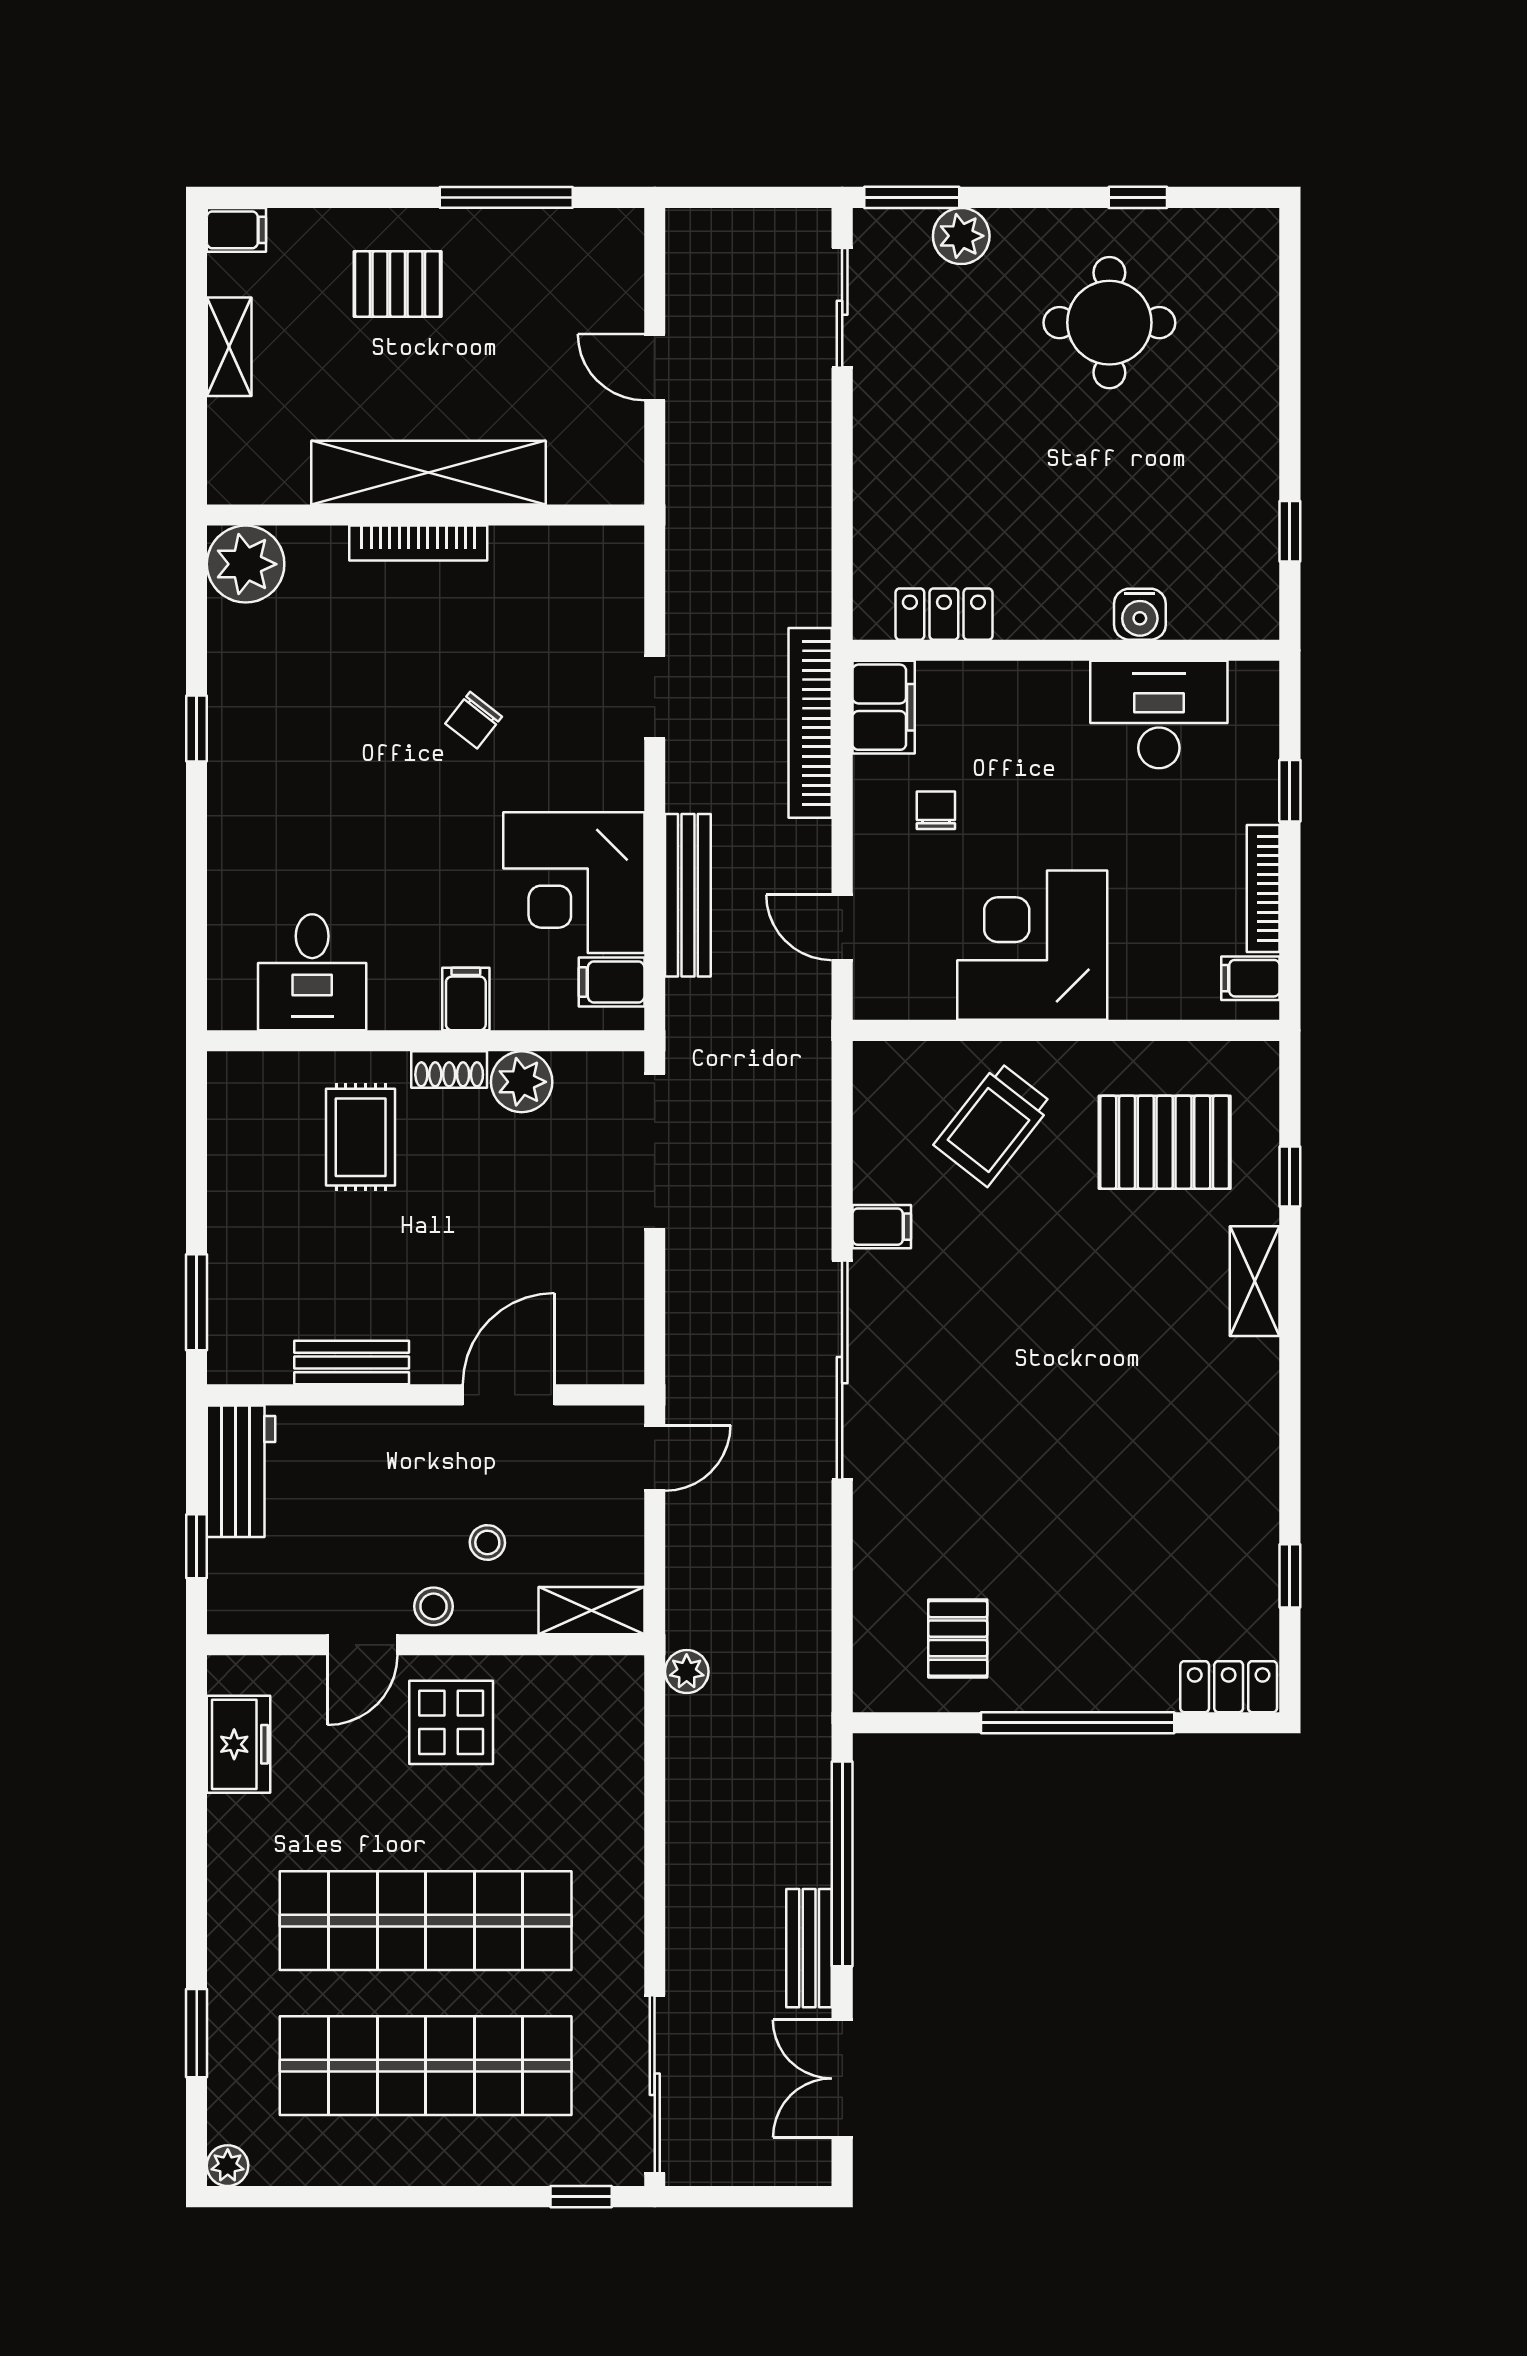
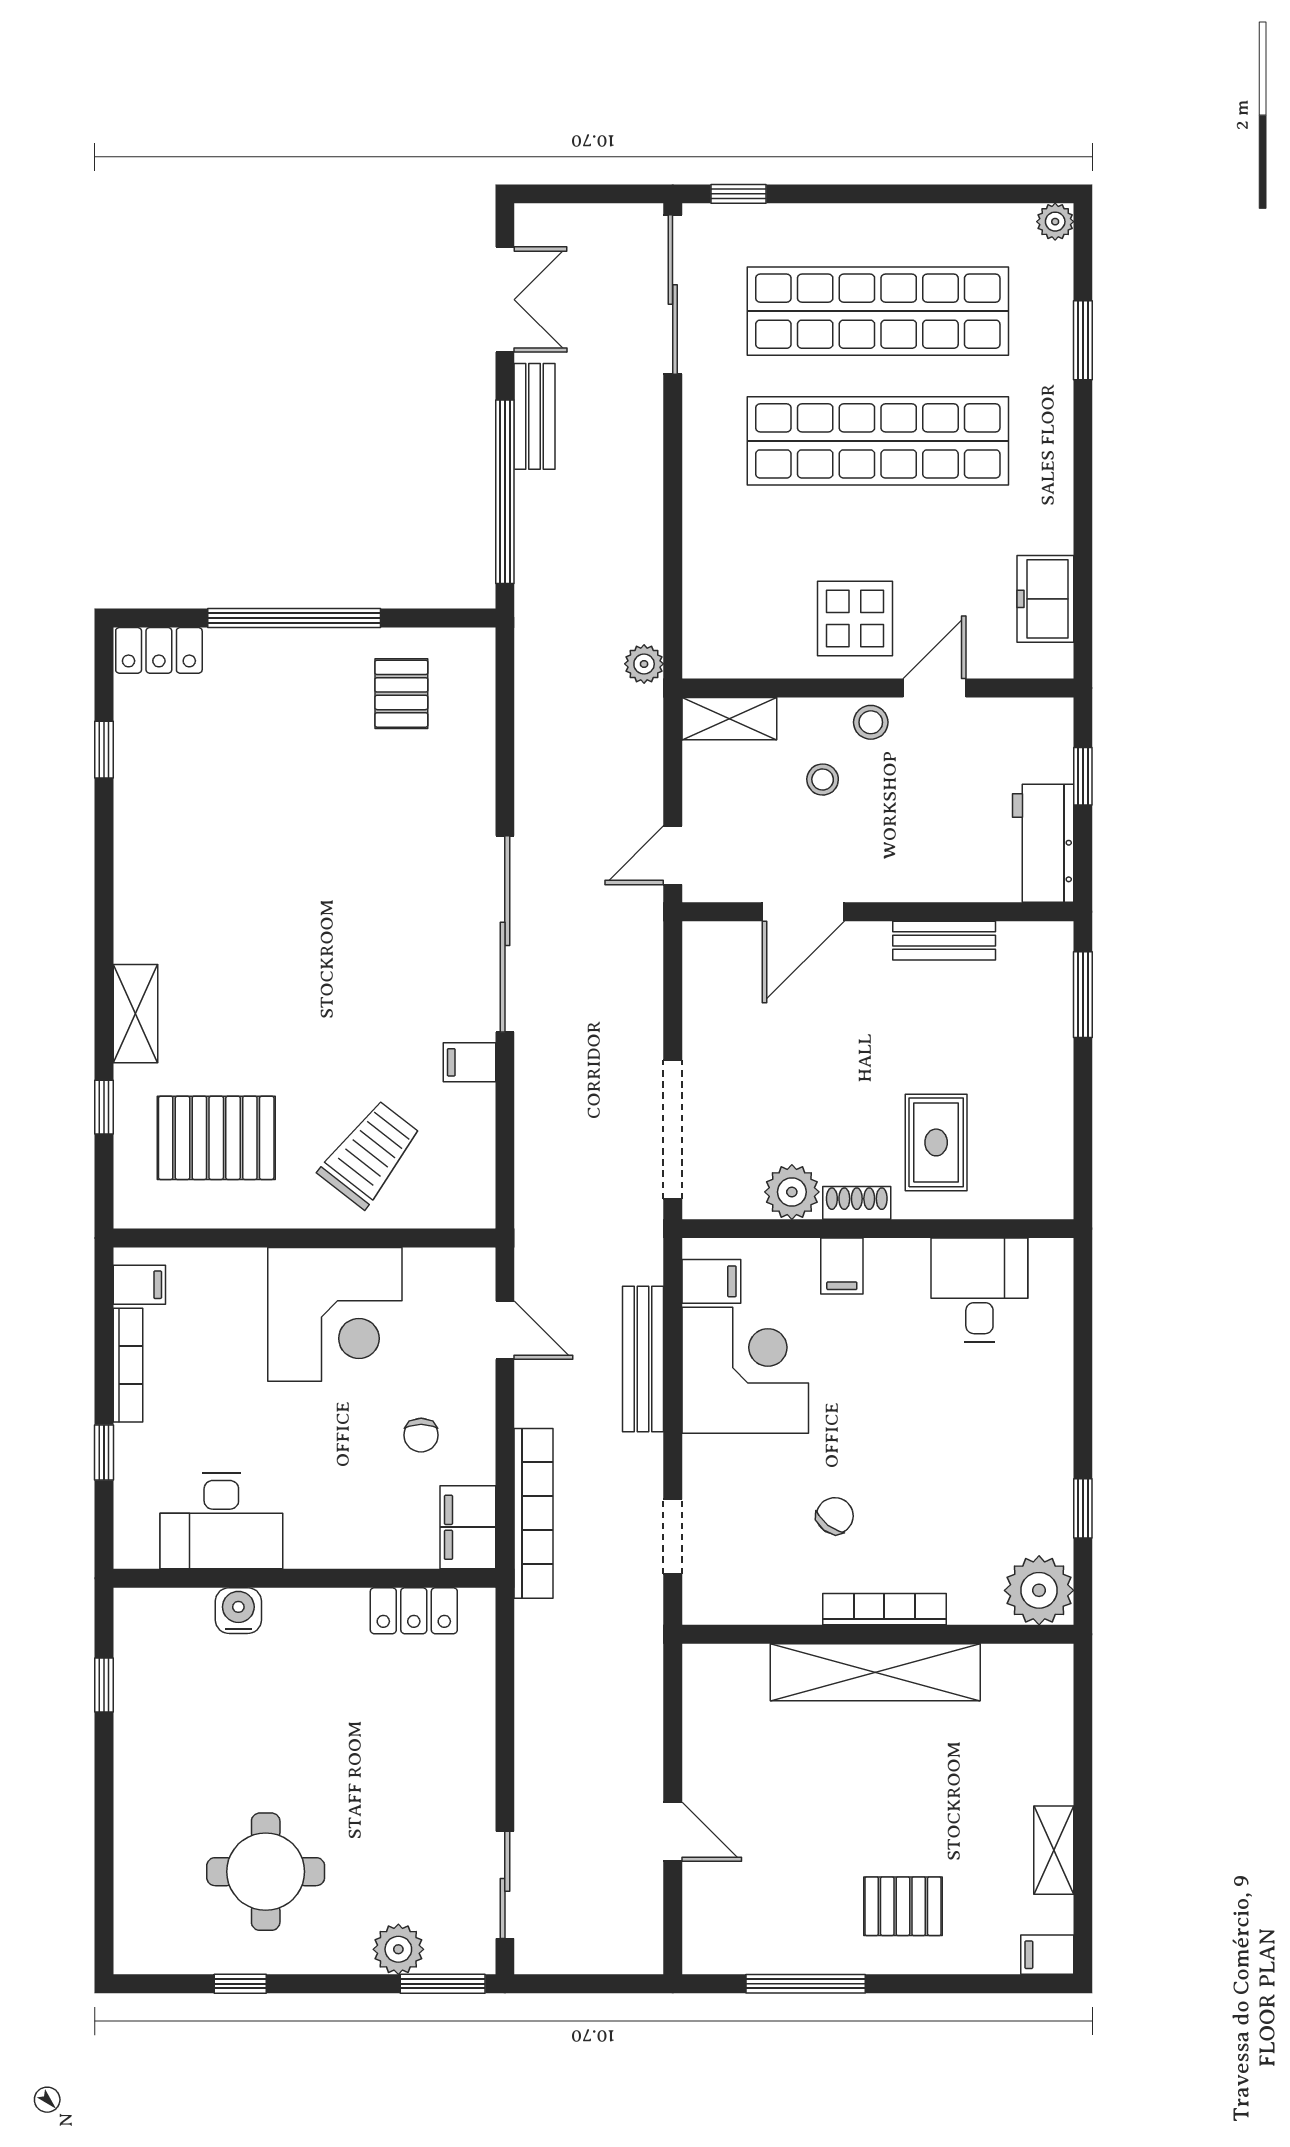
shelving: (429, 473) -> (875, 1672), moved
wall: (426, 515) -> (878, 1634), moved
bookcase: (418, 543) -> (884, 1609), moved
plant: (246, 564) -> (1039, 1590), moved

